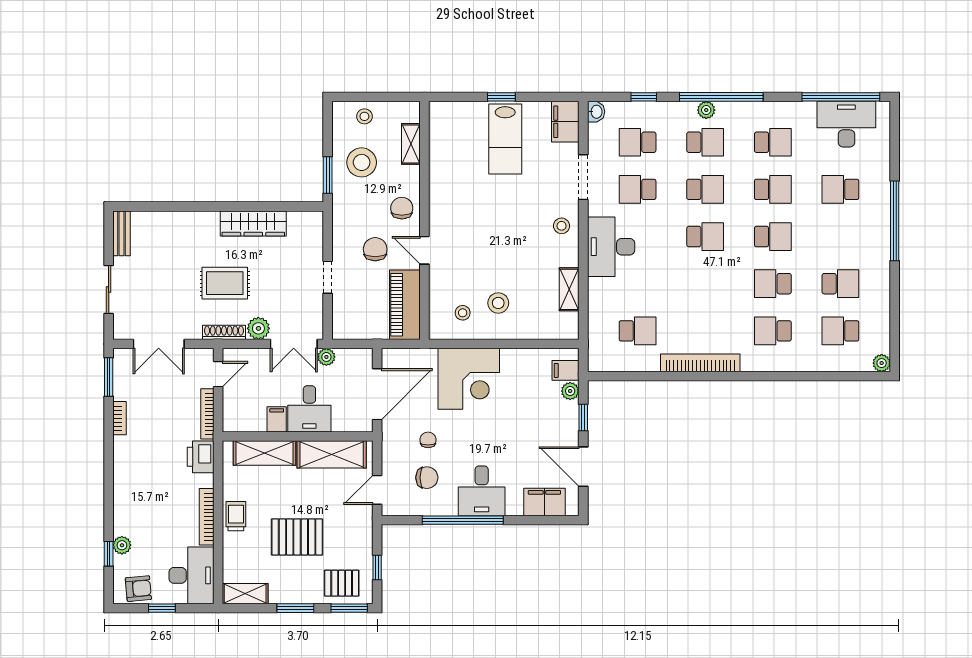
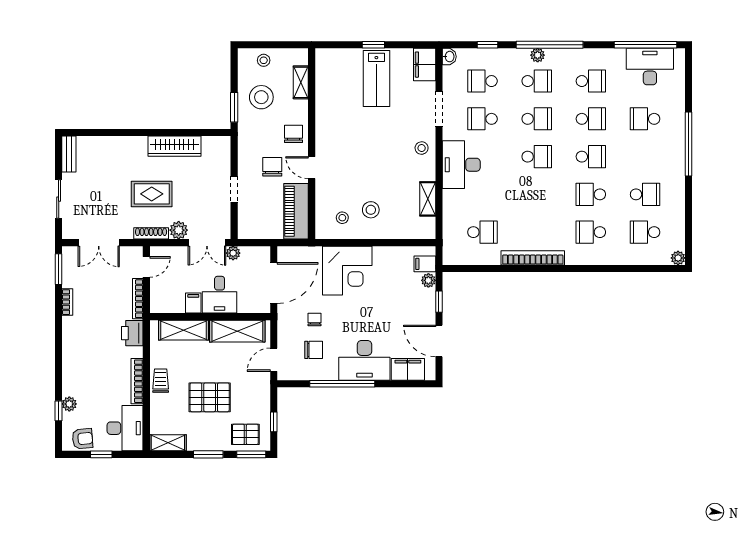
desk: (482, 491) -> (364, 360), width x1.37

